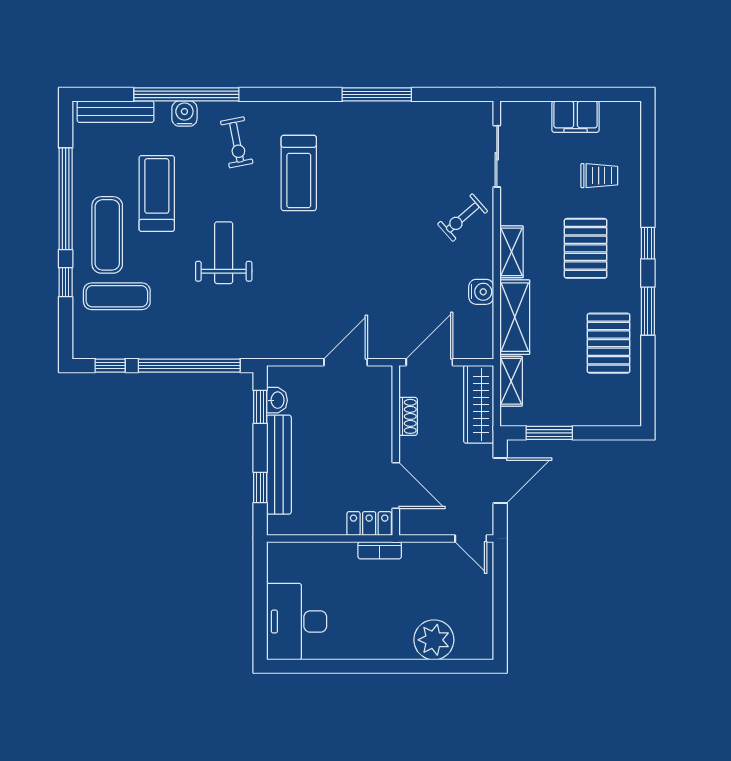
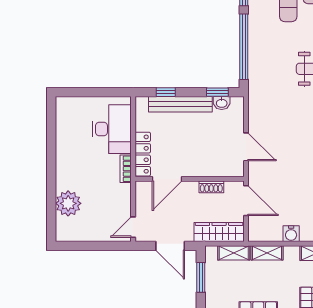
shelving: (515, 317) -> (267, 253), width x0.67, depth x0.75
locker: (369, 523) -> (143, 154), width x1.53
desk: (297, 622) -> (112, 129), moved, turned 90

